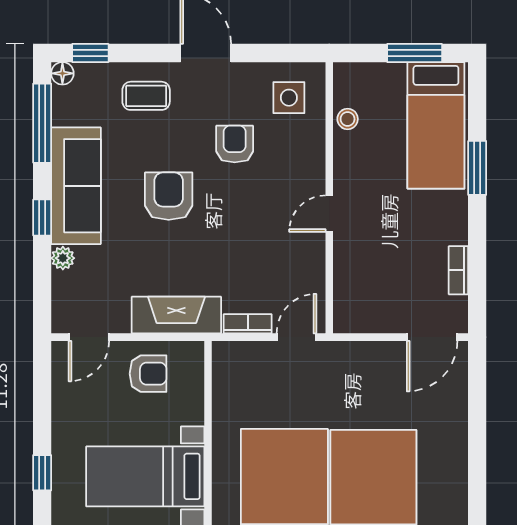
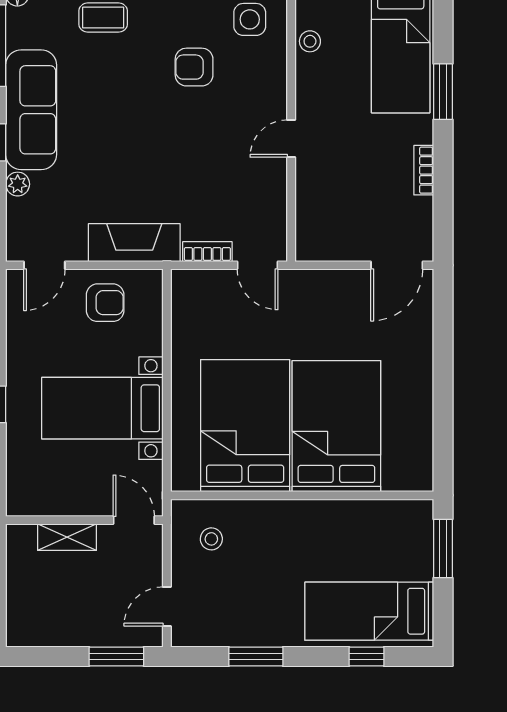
armchair: (235, 144) -> (194, 67), turned -90
armchair: (169, 196) -> (126, 121), removed
bookcase: (458, 270) -> (424, 170), moved
door: (296, 337) -> (258, 265), swing flipped

